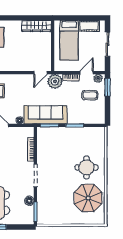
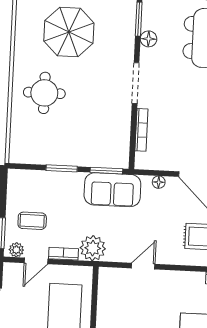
door: (41, 73) -> (143, 266), moved
sofa: (45, 115) -> (112, 190), width x0.73
parasol: (88, 198) -> (69, 32), moved

